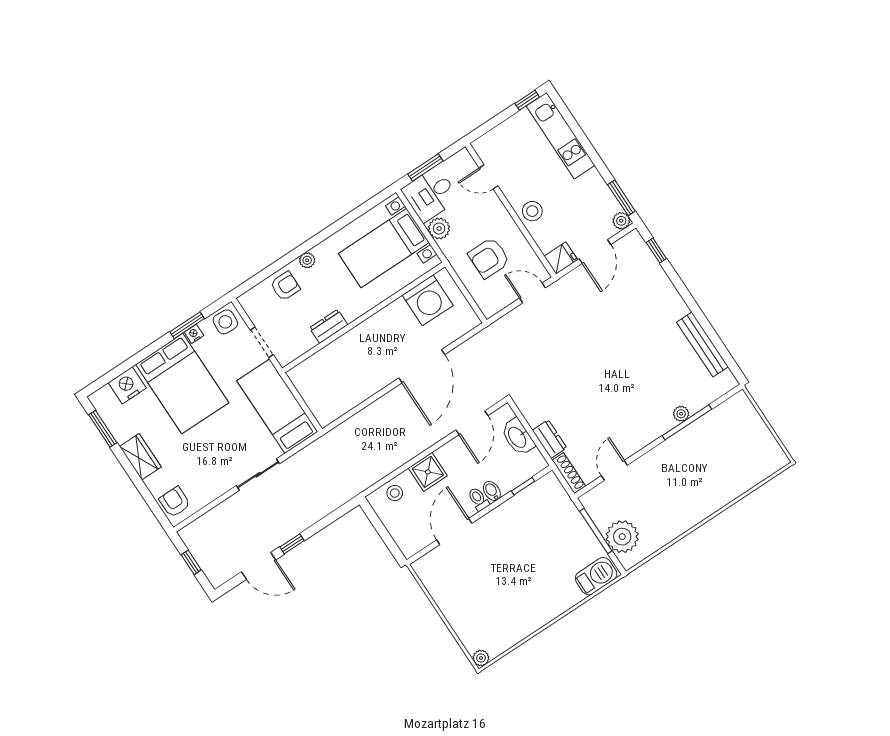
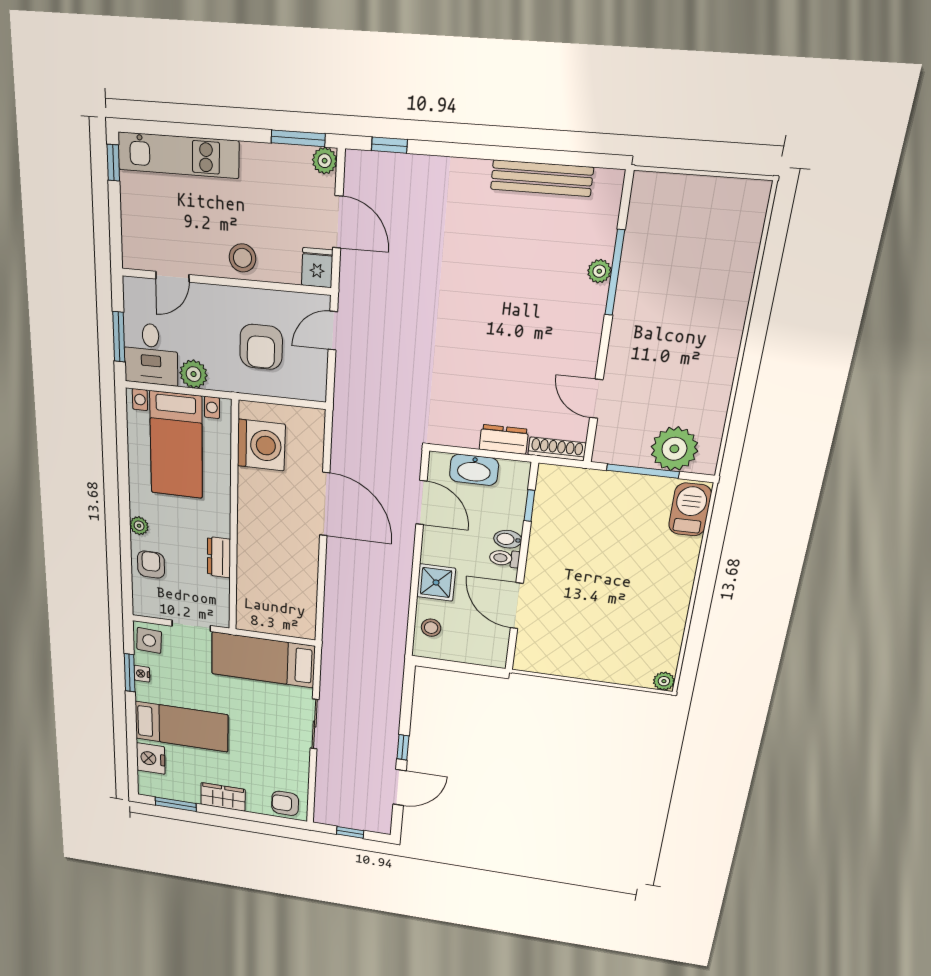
bed: (182, 384) -> (181, 727), width x0.67

